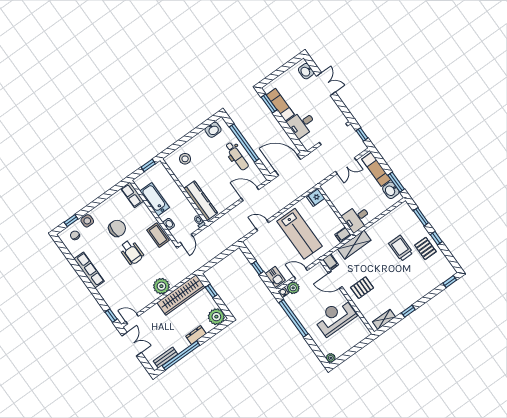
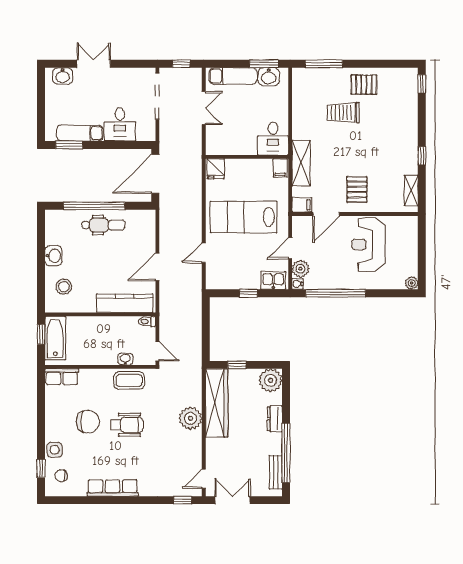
washbasin: (213, 130) -> (53, 256), moved
door: (250, 194) -> (157, 267), moved
bathtub: (155, 199) -> (55, 338), moved, turned 90
window: (421, 217) -> (324, 64), width x1.44
chair: (117, 228) -> (88, 422), turned 90
lab bench: (299, 234) -> (244, 217), turned 180
window: (436, 238) -> (361, 64), removed

